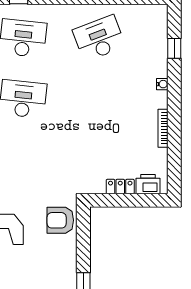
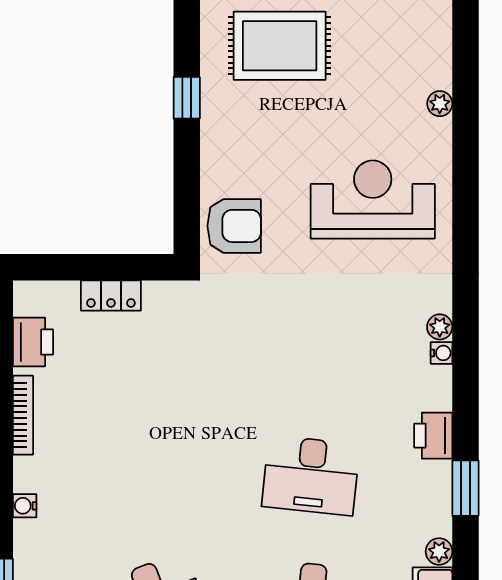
printer: (148, 184) -> (33, 342), moved, turned -90

